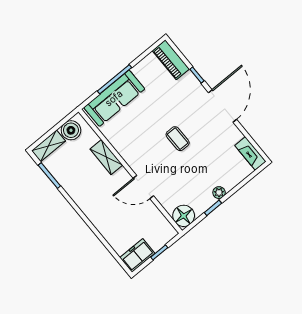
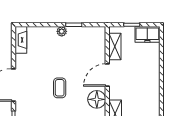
door: (143, 187) -> (107, 75), swing flipped
floor lamp: (184, 216) -> (97, 99), moved
shelving: (158, 219) -> (115, 47), added

